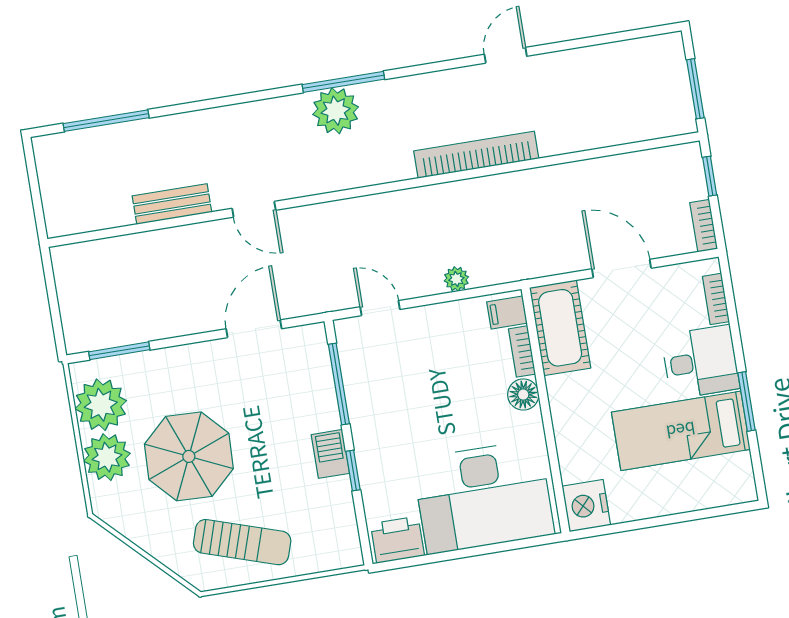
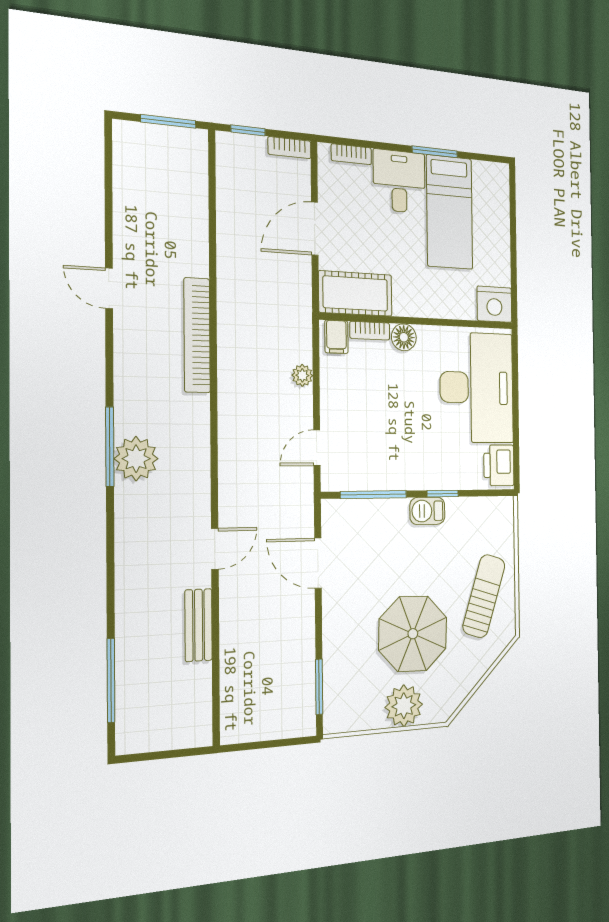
plant: (101, 405) -> (361, 708), removed

